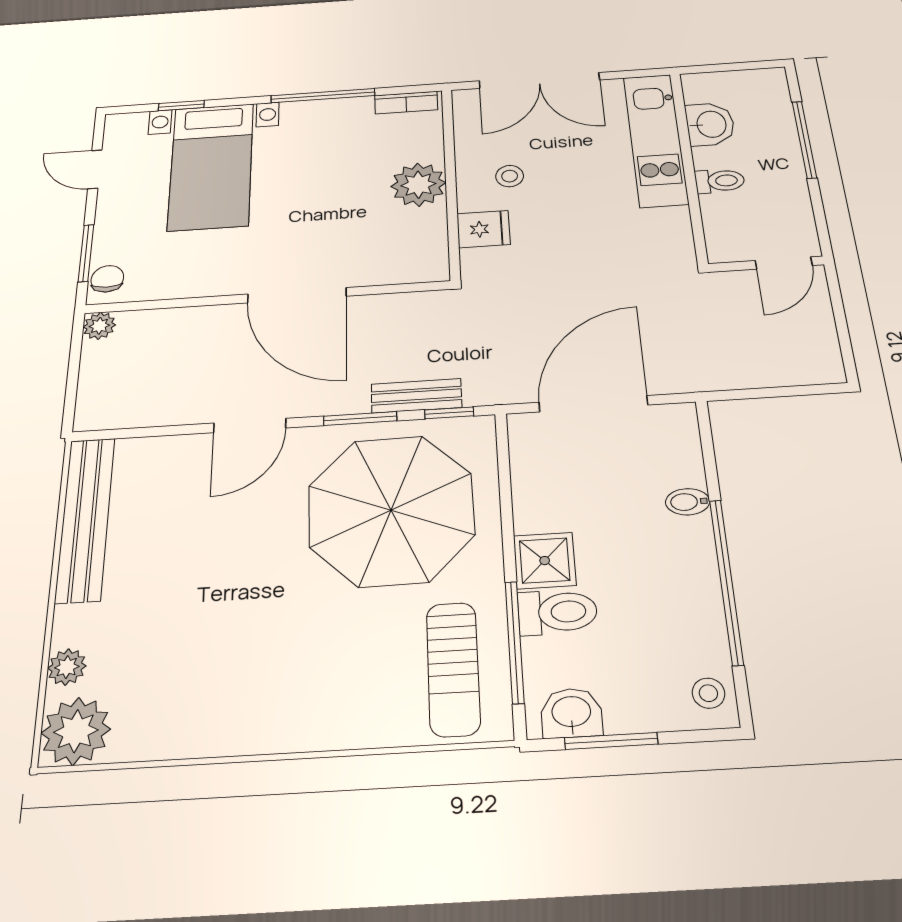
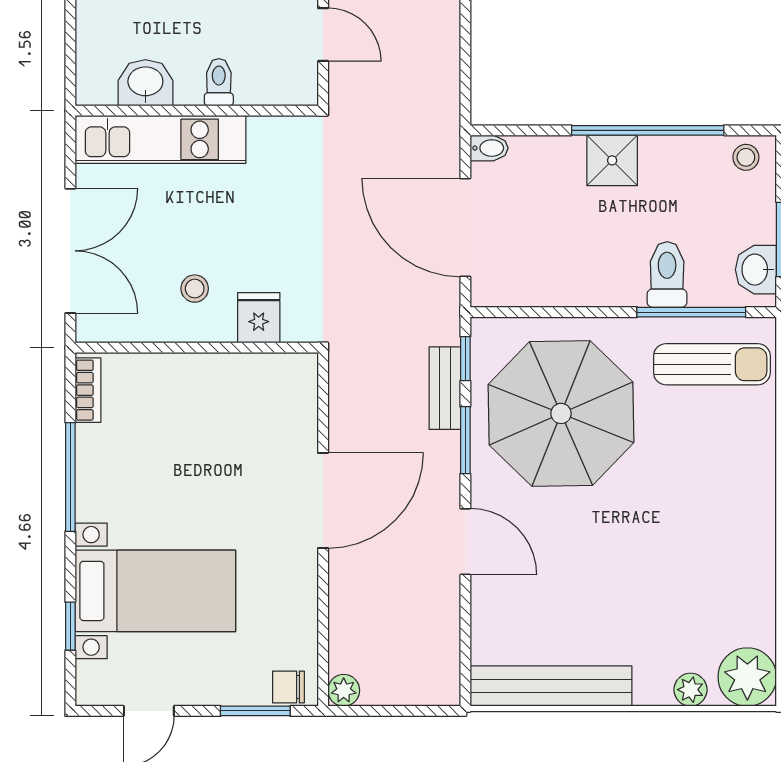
plant: (418, 185) -> (198, 380), removed
bidet: (688, 502) -> (489, 148), moved, turned -90
shower: (545, 561) -> (612, 160), moved

